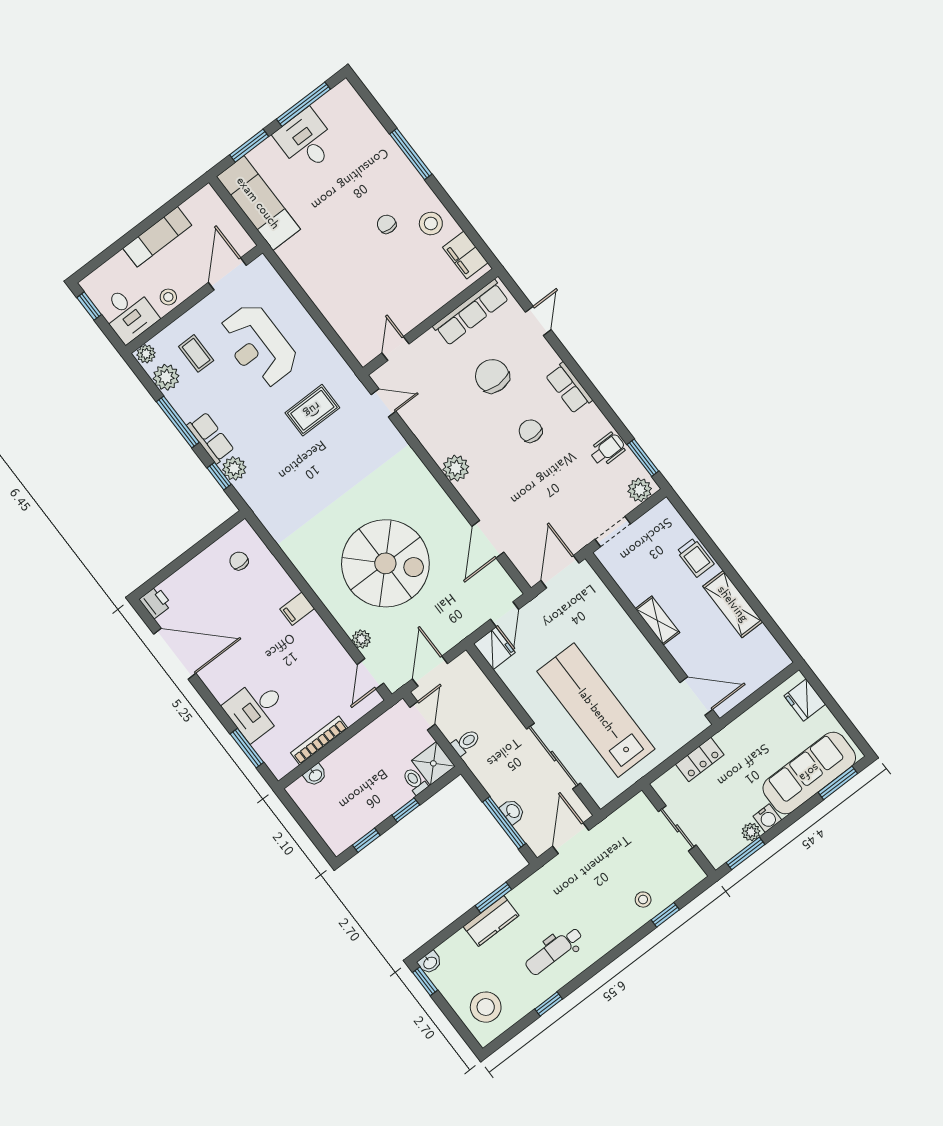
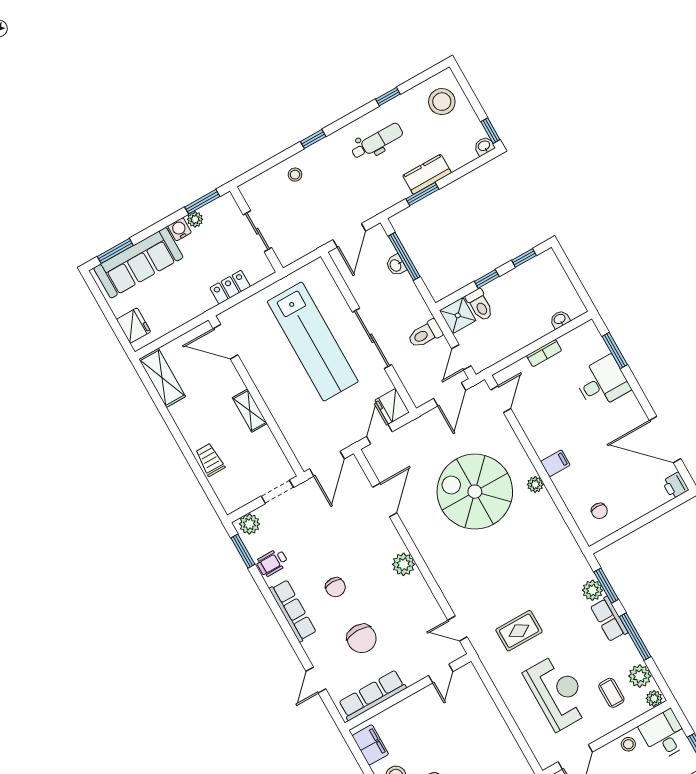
row of seats: (569, 388) -> (293, 611), width x1.48
window: (219, 476) -> (606, 586), width x1.50
shelving: (733, 604) -> (162, 378), moved
plant: (361, 639) -> (535, 484), moved
bookcase: (319, 740) -> (544, 353), width x0.64
toilet: (466, 742) -> (425, 334), width x1.37, depth x1.39
sliding door: (553, 756) -> (372, 338), moved
toilet: (415, 781) -> (480, 305), width x1.37, depth x1.39
window: (665, 915) -> (313, 139), moved

